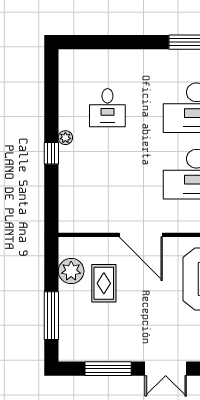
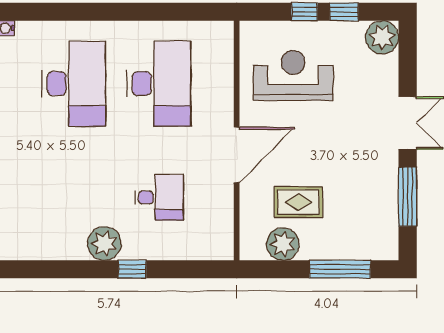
desk: (107, 108) -> (159, 197), moved
plant: (65, 138) -> (104, 244), width x1.88, depth x1.88

